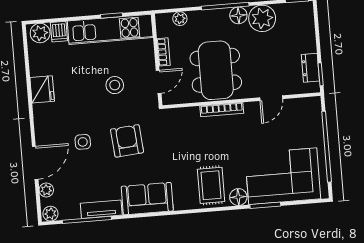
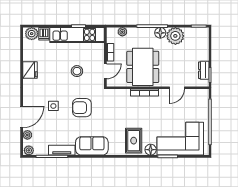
armchair: (127, 141) -> (82, 108), turned -85

